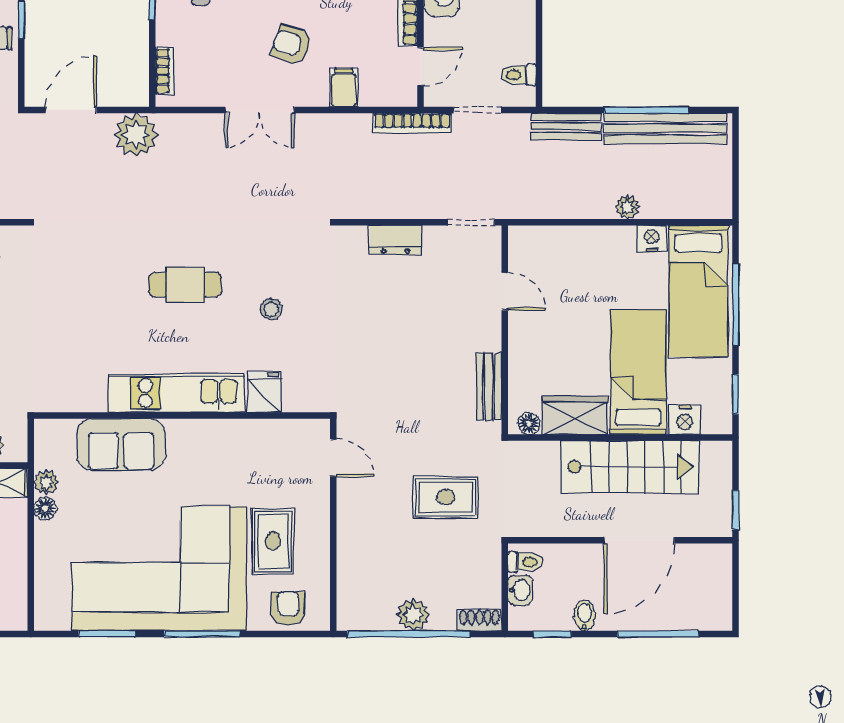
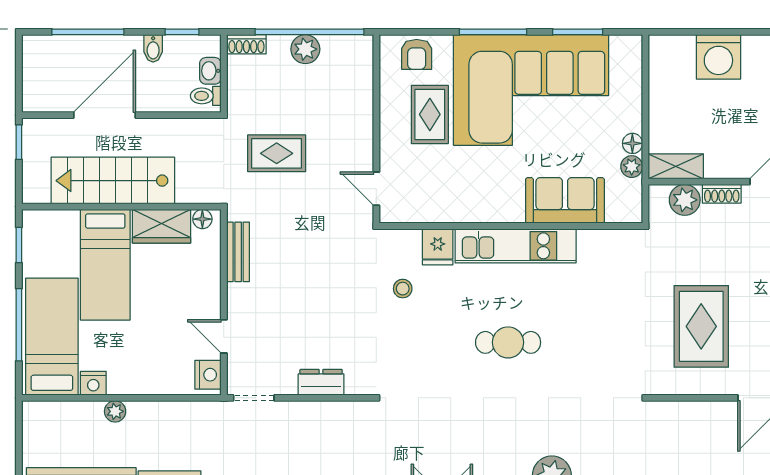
stool: (271, 309) -> (403, 289), moved
nightstand: (685, 419) -> (208, 375), moved, turned 90

